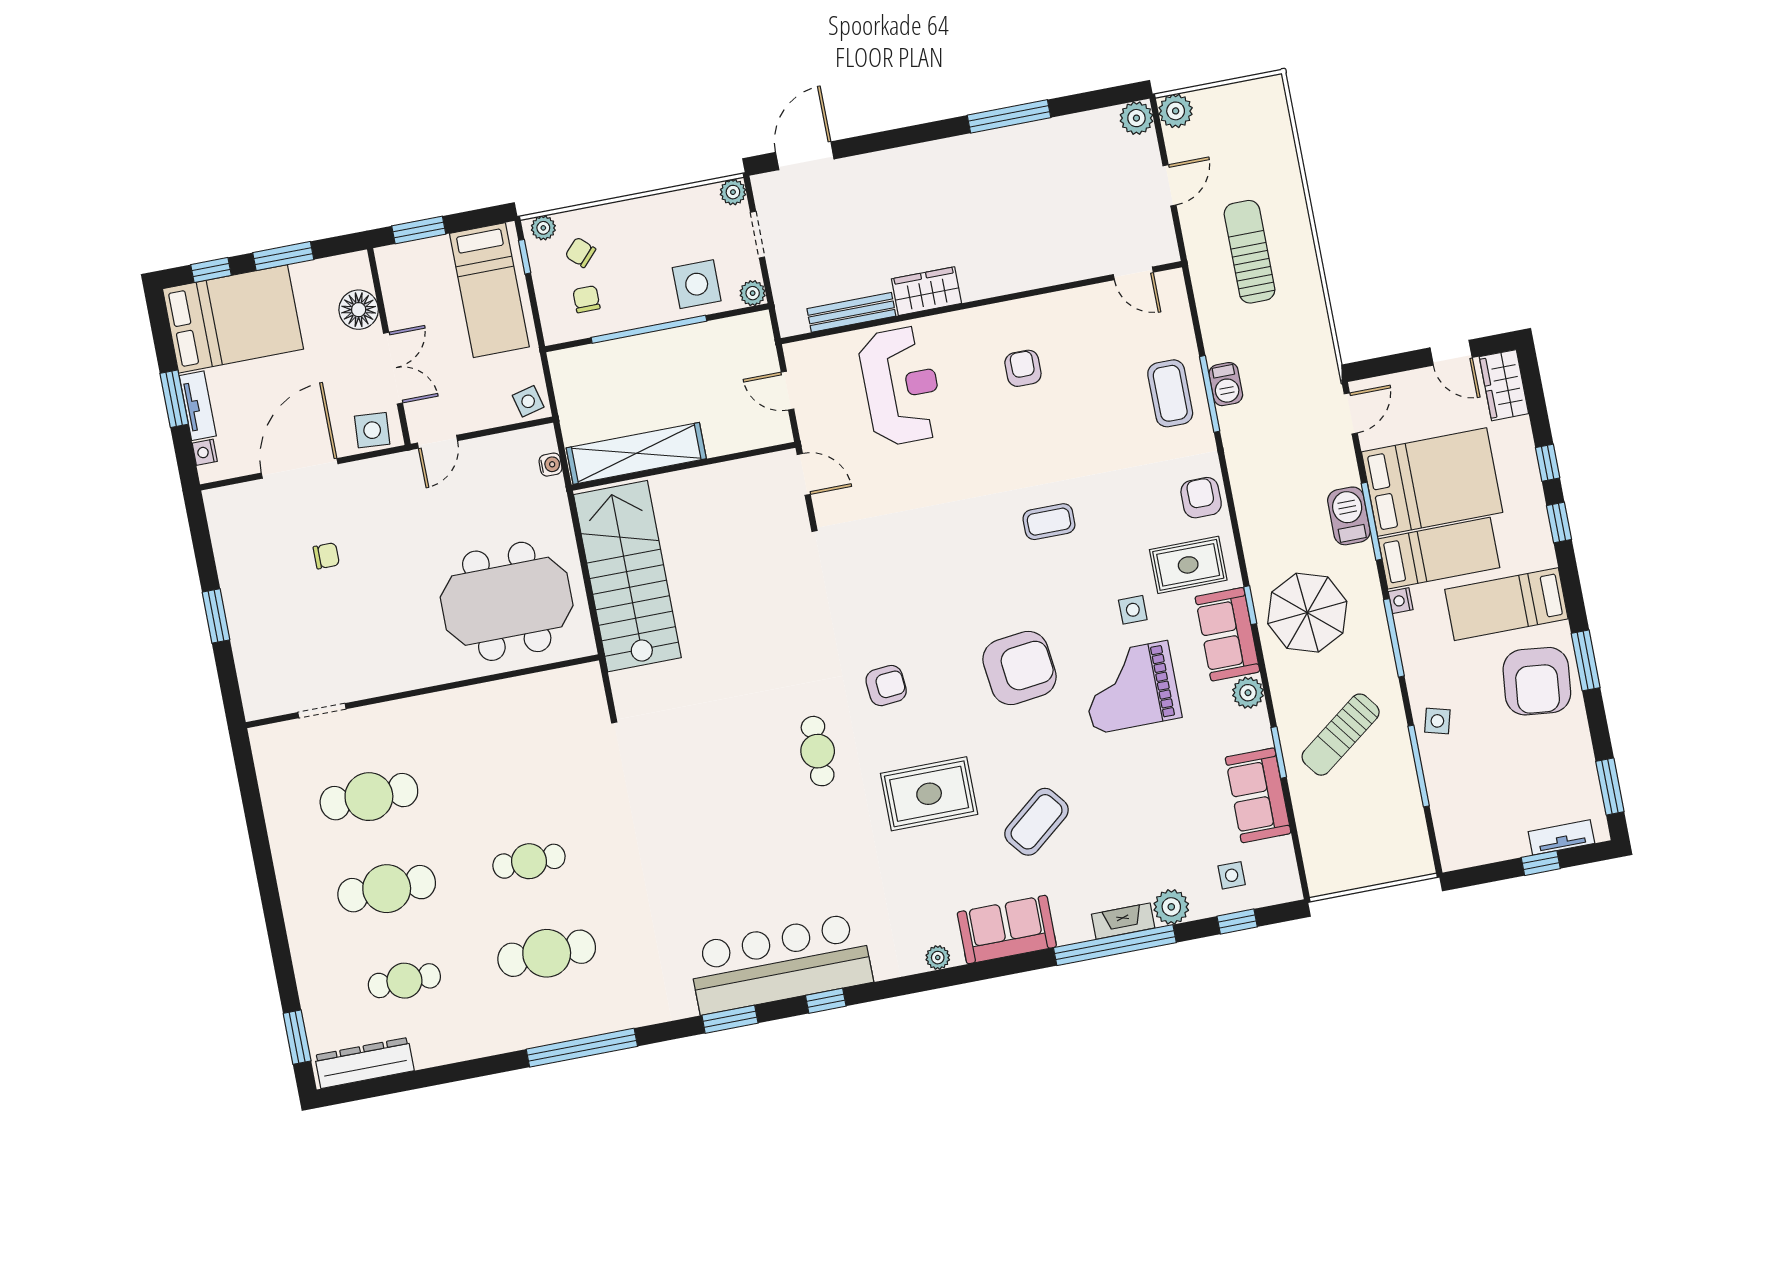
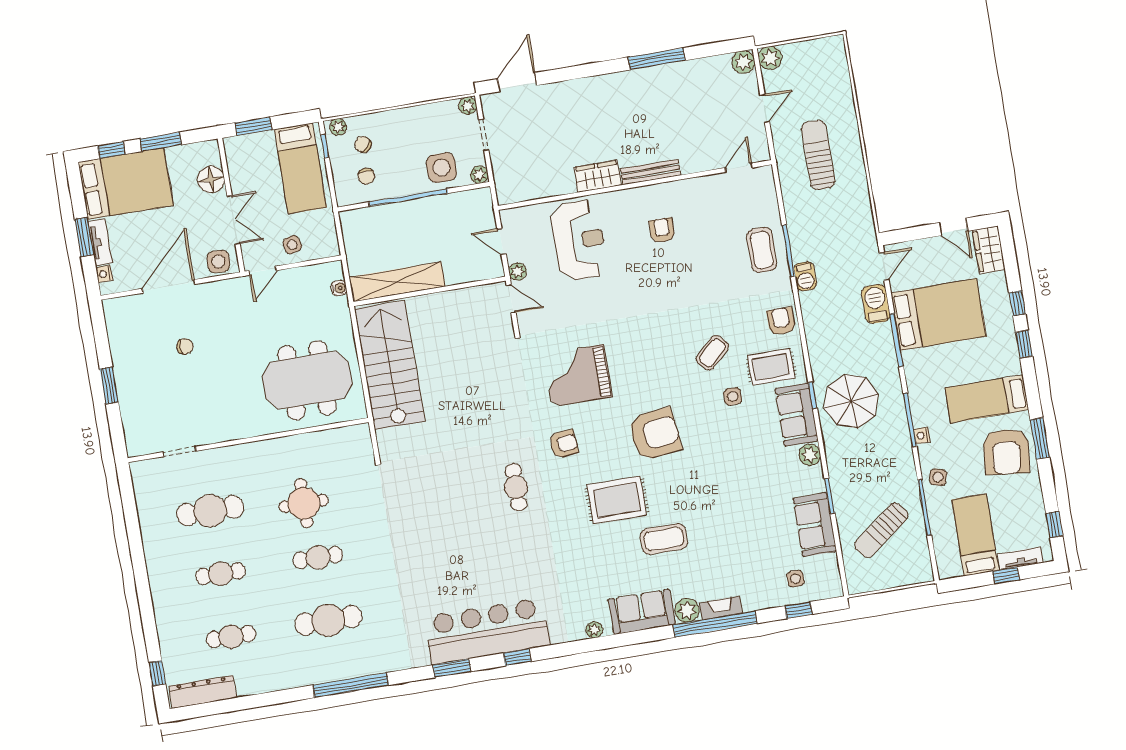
door: (1133, 273) -> (739, 168), swing flipped
chair: (586, 299) -> (366, 176), turned 180
bench: (851, 312) -> (651, 172), moved
barbecue: (1226, 384) -> (805, 276), moved
side table: (528, 401) -> (292, 245), moved
plant: (812, 434) -> (518, 272), added
barbecue: (1349, 516) -> (876, 304), moved
coffee table: (1049, 522) -> (712, 353), moved, turned -43
bed: (1439, 553) -> (975, 535), moved, turned -90
nightstand: (1401, 601) -> (922, 436), moved
grand piano: (1130, 687) -> (578, 376), moved
sun lounger: (1341, 735) -> (881, 530), moved
round table: (506, 782) -> (304, 503), added
window: (1610, 786) -> (1054, 525), width x0.67
rug: (929, 794) -> (617, 500), moved
coffee table: (1037, 822) -> (664, 539), turned 39
cafe table: (387, 889) -> (221, 574), width x0.73, depth x0.74
plant: (1171, 907) -> (687, 610), moved
window: (297, 1037) -> (157, 673), width x0.67

